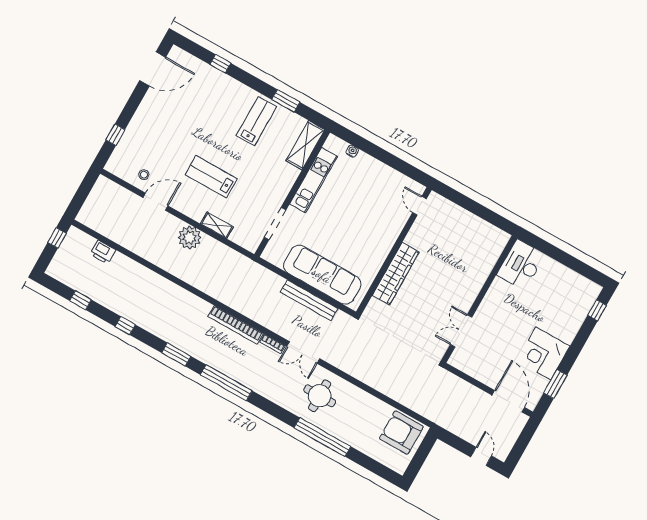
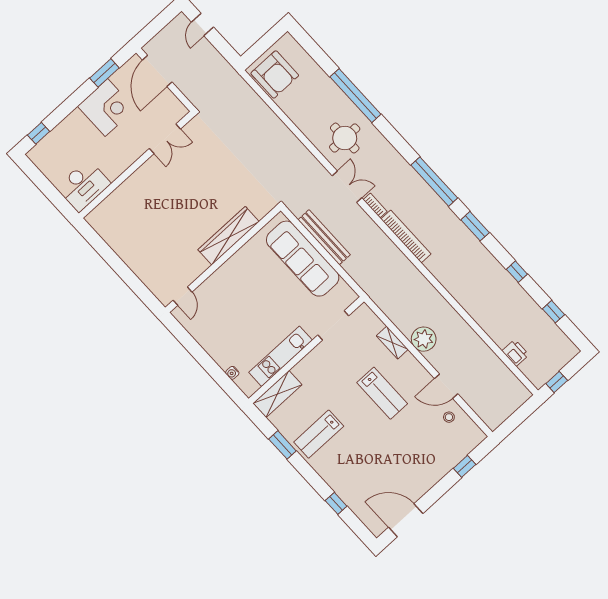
desk: (521, 265) -> (83, 186), moved
wall: (479, 299) -> (137, 165), moved
double door: (461, 331) -> (165, 139), moved

